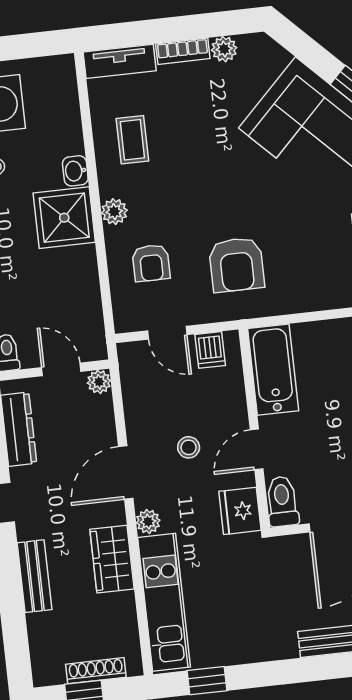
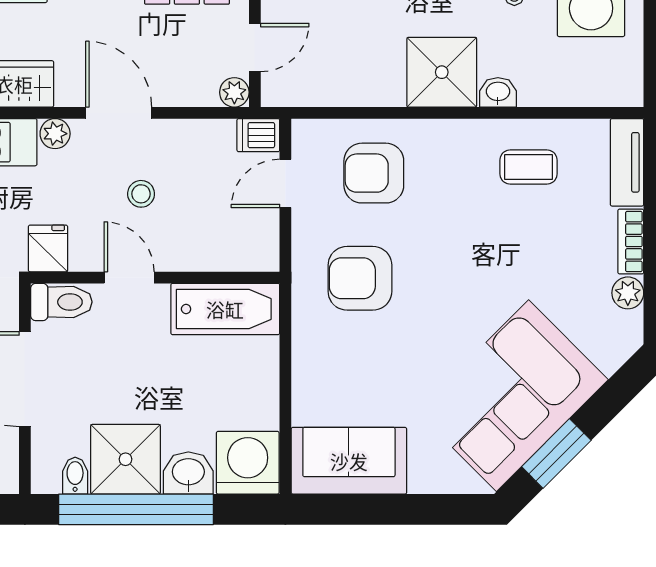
plant: (114, 212) -> (442, 135), removed
armchair: (151, 263) -> (374, 173), width x1.38, depth x1.38
dishwasher: (210, 350) -> (258, 135), moved
fridge: (240, 511) -> (48, 248), width x0.72

